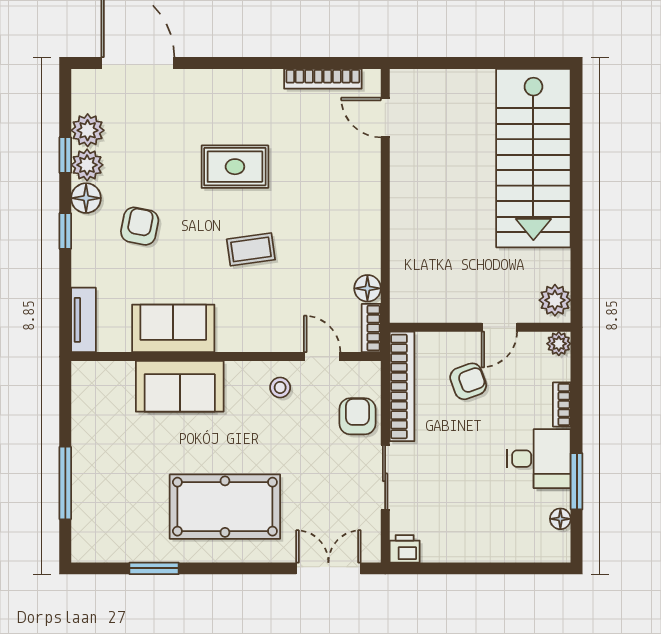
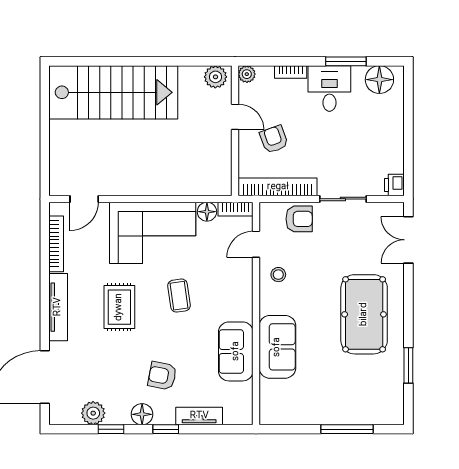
tv unit: (235, 81) -> (58, 307), added
plant: (87, 165) -> (118, 414), removed
corner sofa: (338, 213) -> (153, 233), added
tv unit: (83, 320) -> (199, 416), moved
armchair: (357, 416) -> (299, 219), turned 180
floor lamp: (560, 519) -> (379, 80), width x1.89, depth x1.89

